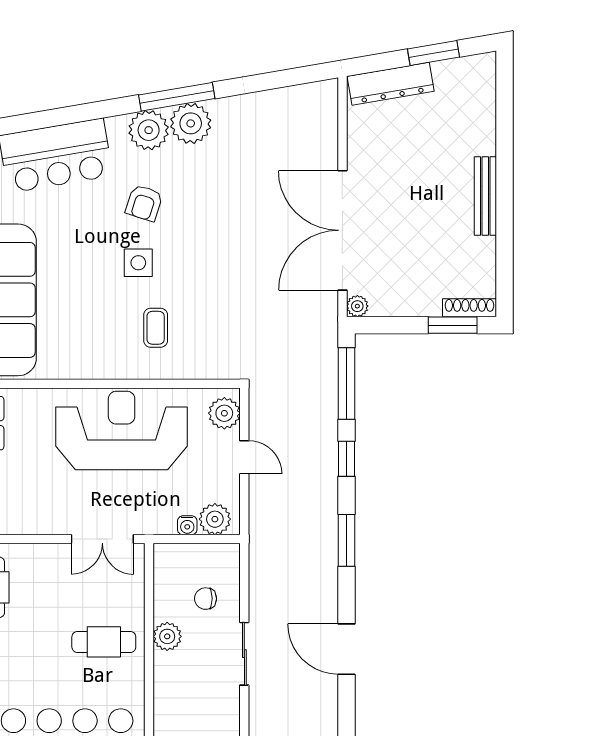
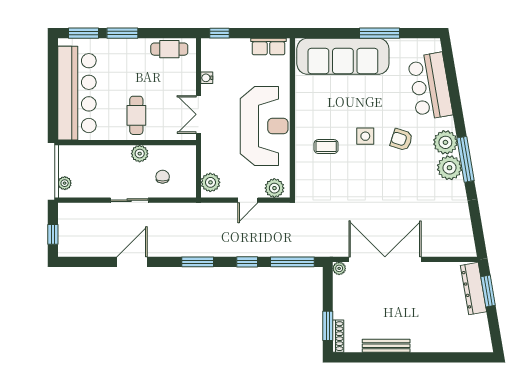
window: (433, 53) -> (488, 291), moved
bench: (485, 196) -> (386, 346), moved
water cooler: (187, 525) -> (207, 78), moved

